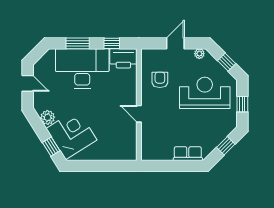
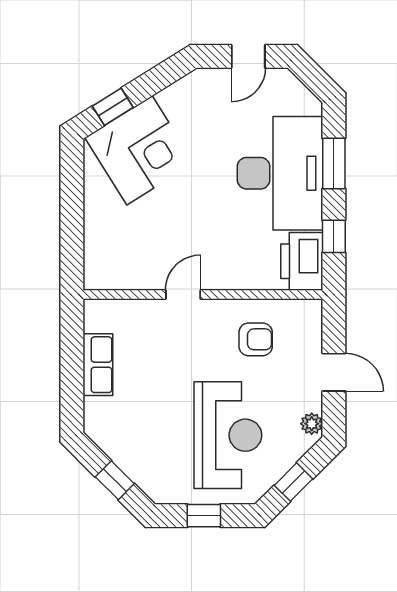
plant: (48, 117) -> (175, 99), removed
row of seats: (188, 154) -> (98, 365), moved

